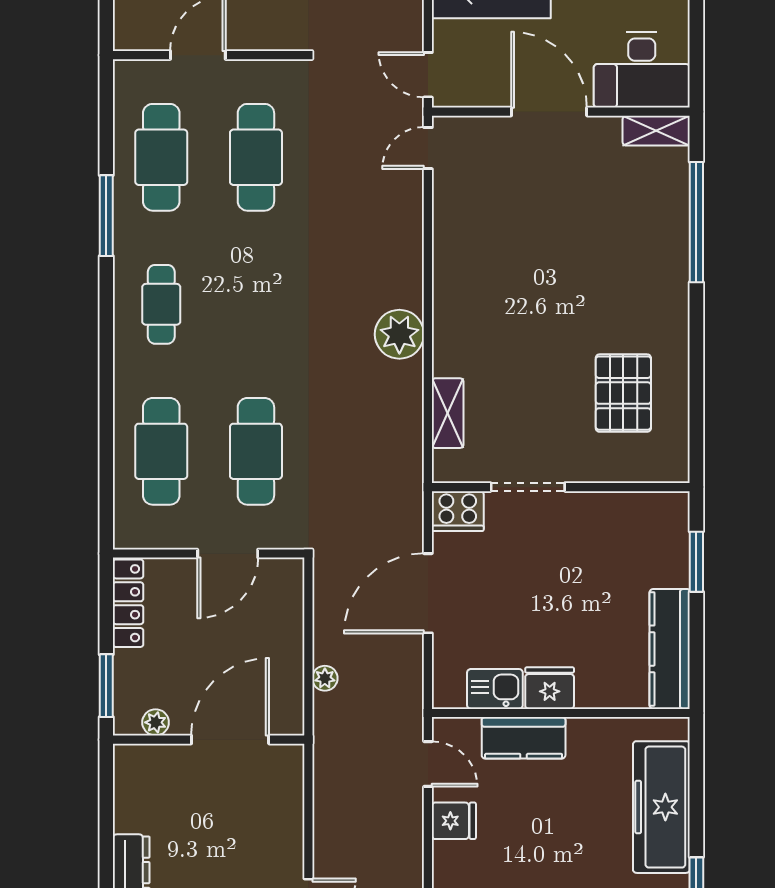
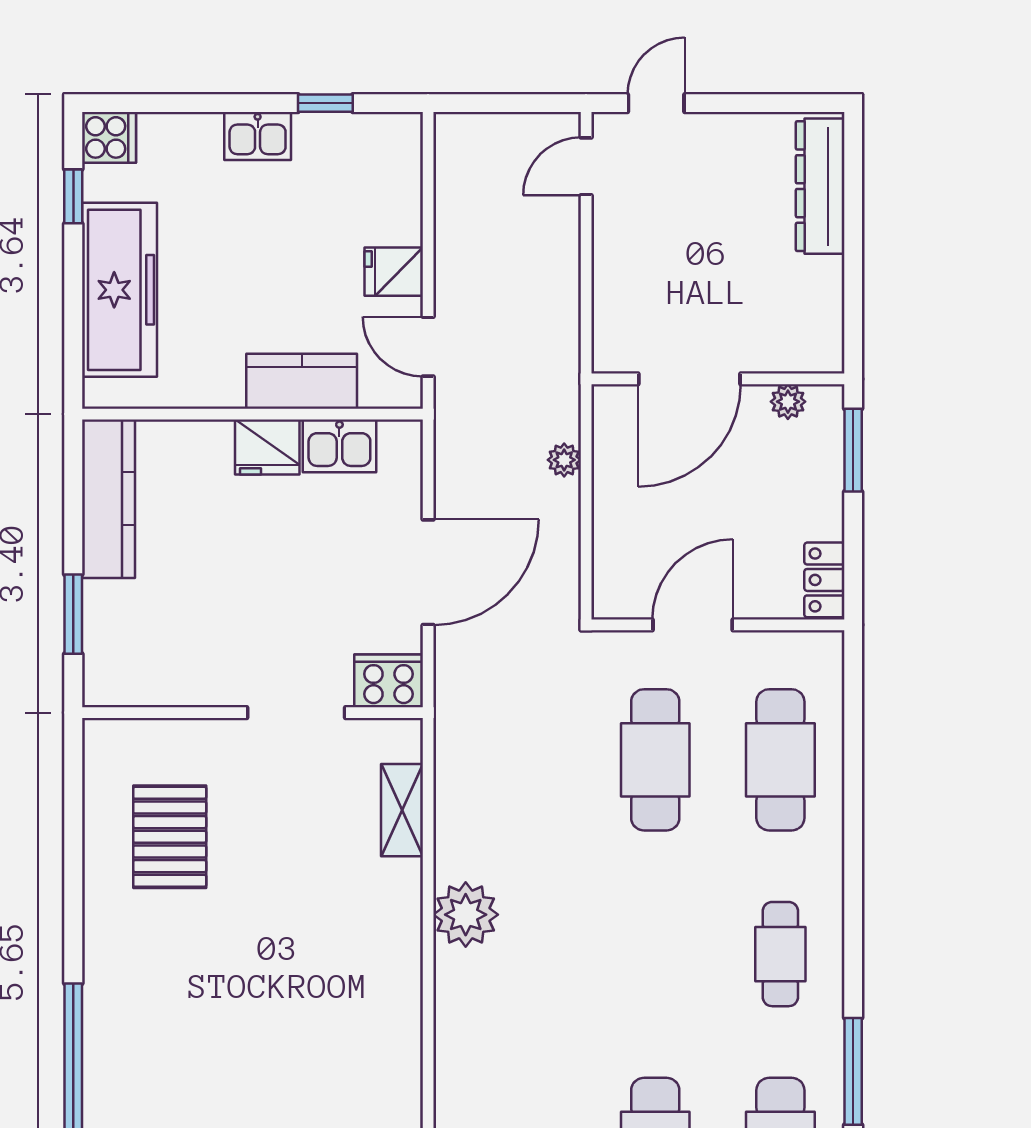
locker: (128, 603) -> (824, 580), width x0.66

